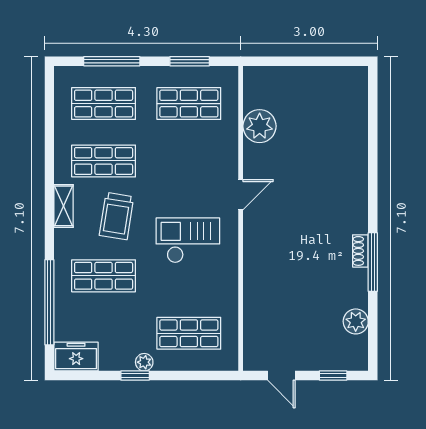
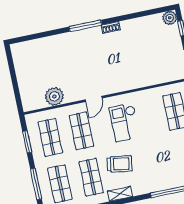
door: (241, 195) -> (94, 99), swing flipped
window: (373, 262) -> (85, 26), moved
shop shelf: (104, 276) -> (81, 131), moved
plant: (356, 321) -> (170, 18), moved

